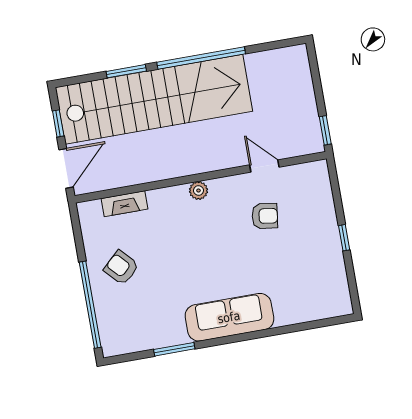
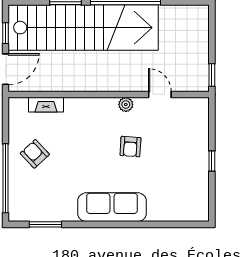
plant: (198, 191) -> (126, 104), moved
armchair: (265, 216) -> (130, 147), moved, turned 86
window: (174, 349) -> (45, 224), moved

